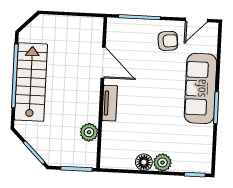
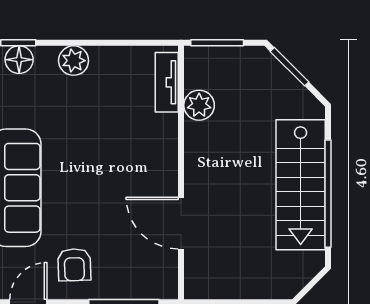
armchair: (168, 41) -> (74, 265), turned -86
tv unit: (110, 103) -> (167, 82), moved
floor lamp: (144, 162) -> (19, 60), moved

